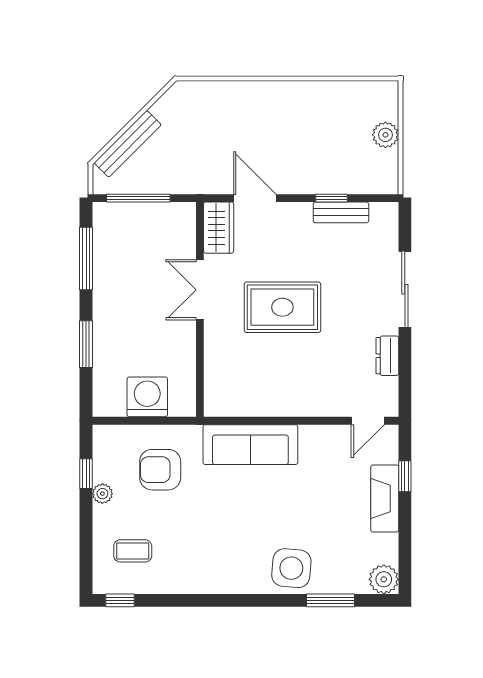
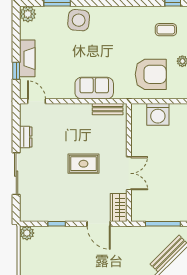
plant: (385, 135) -> (27, 233), moved
bench: (341, 212) -> (108, 109), moved
rug: (282, 307) -> (83, 164), width x0.73, depth x0.70
door: (368, 421) -> (37, 101), hinge flipped
sofa: (250, 445) -> (94, 88), width x0.73
armchair: (160, 470) -> (151, 74), width x1.36, depth x1.36

